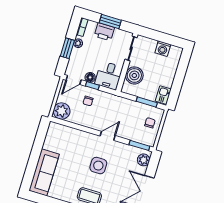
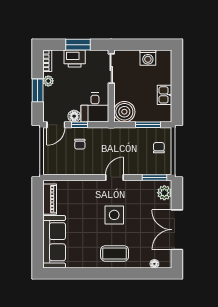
boiler: (134, 75) -> (124, 112), moved
kitchen sink: (163, 95) -> (165, 95), moved
plant: (62, 111) -> (53, 165), removed
piano: (51, 137) -> (50, 199), added

